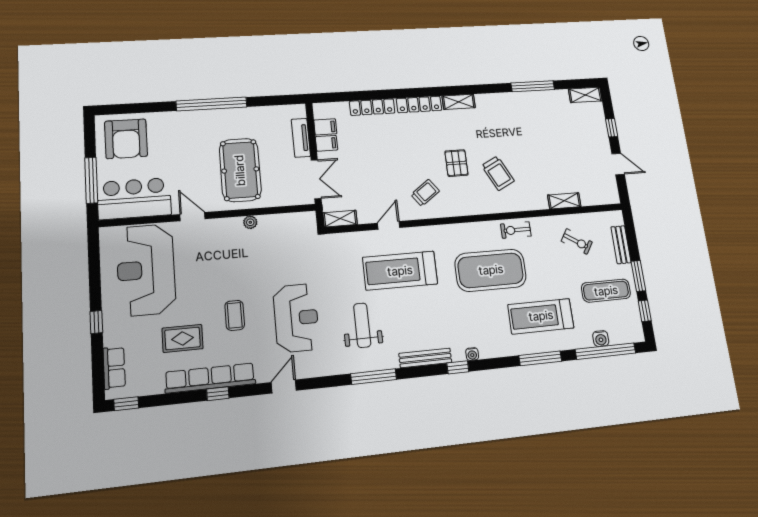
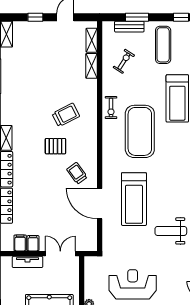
shelving: (340, 219) -> (92, 40), moved
door: (389, 225) -> (100, 204), width x1.87
window: (638, 276) -> (137, 17), moved
reception desk: (296, 318) -> (133, 284), moved

